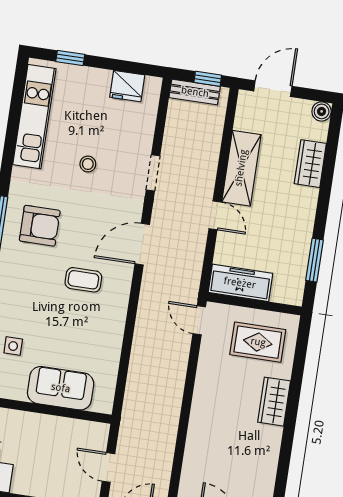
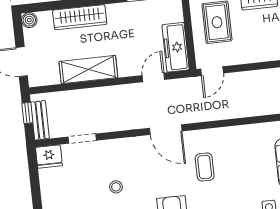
fridge: (127, 86) -> (49, 157), moved, turned 90
wardrobe: (310, 164) -> (80, 17), width x1.50
doorway: (153, 173) -> (82, 139), moved
door: (215, 215) -> (153, 77), moved

